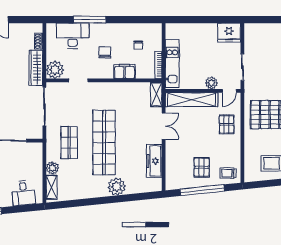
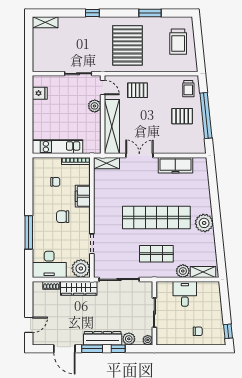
fridge: (229, 33) -> (40, 93), width x0.53, depth x0.75
desk: (73, 36) -> (49, 264), moved, turned -90
kitchen unit: (172, 64) -> (57, 147), moved
plant: (117, 187) -> (204, 223), moved
desk: (23, 193) -> (185, 294), moved, turned -84

